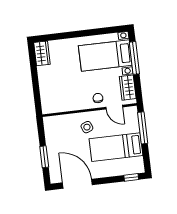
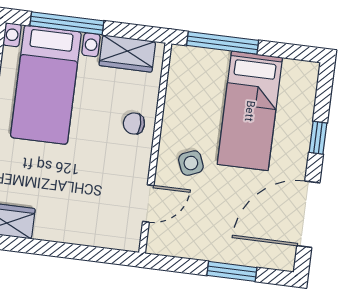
door: (114, 107) -> (148, 203), moved
window: (131, 177) -> (318, 138), moved

